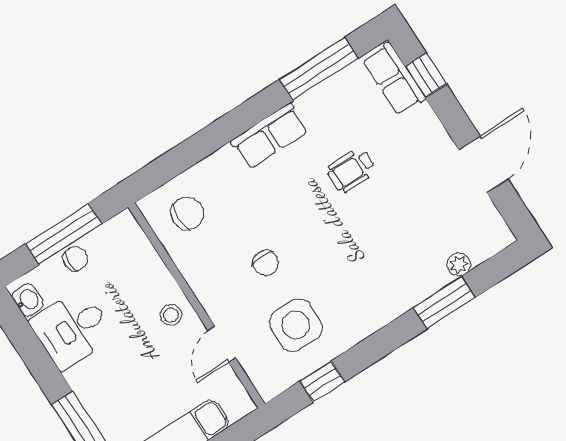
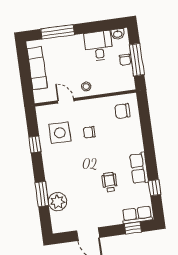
window: (319, 69) -> (155, 188), width x0.46
row of seats: (270, 136) -> (139, 168), moved
chair: (187, 213) -> (122, 111), turned 90
plant: (459, 265) -> (58, 202), width x1.88, depth x1.88
window: (322, 381) -> (35, 144), moved

